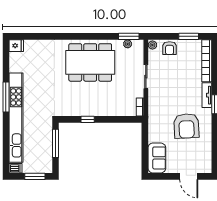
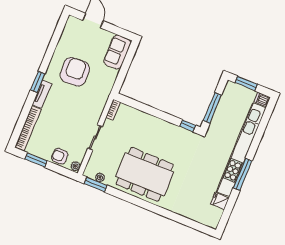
fridge: (16, 46) -> (220, 201), moved
armchair: (170, 48) -> (60, 156), turned -90
window: (88, 119) -> (188, 126), moved

